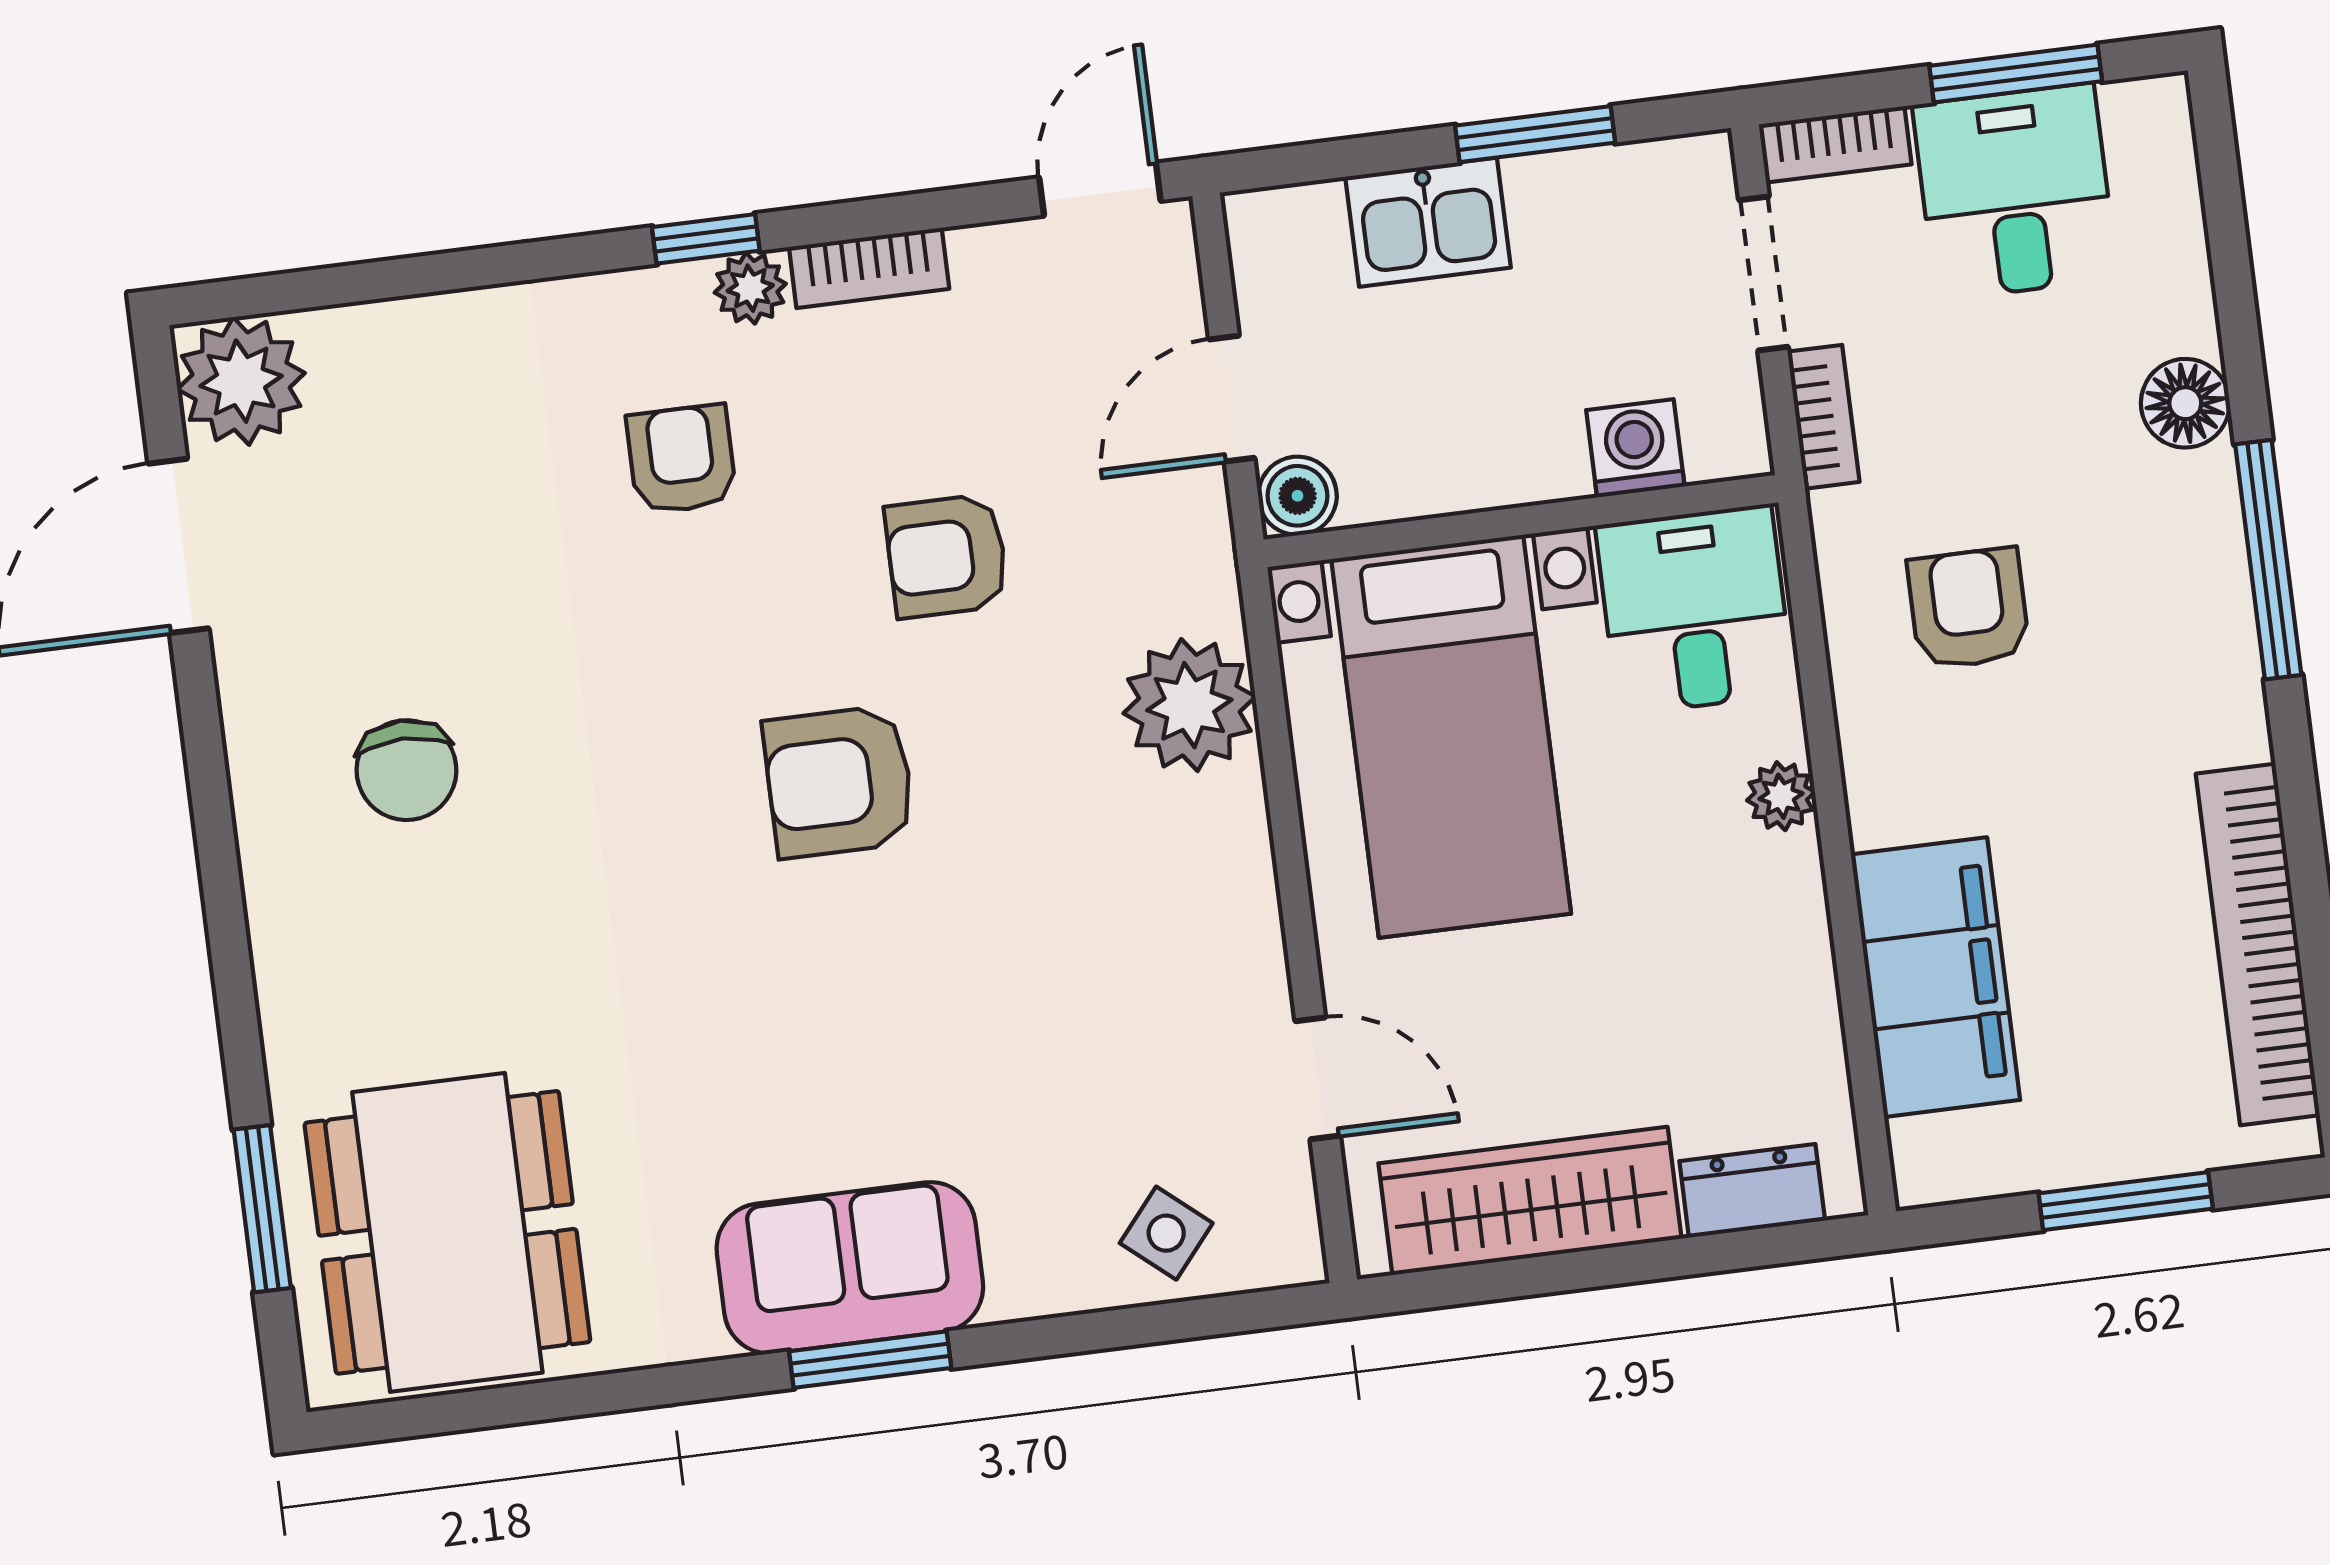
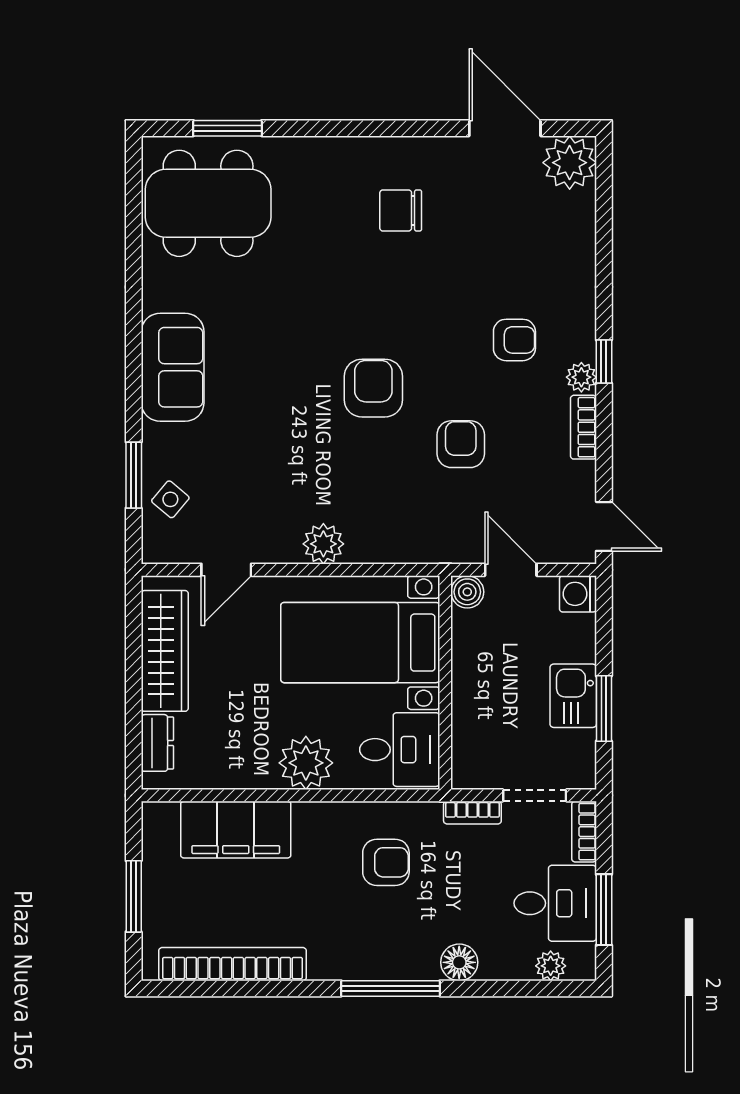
plant: (2166, 184) -> (551, 966), added
kitchen sink: (1428, 222) -> (573, 696), moved
washing machine: (1635, 448) -> (578, 594), moved, turned 180
plant: (1189, 705) -> (323, 544), moved, width x0.73, depth x0.73
plant: (1781, 796) -> (306, 763), width x1.88, depth x1.88
window: (870, 1360) -> (134, 475), moved

